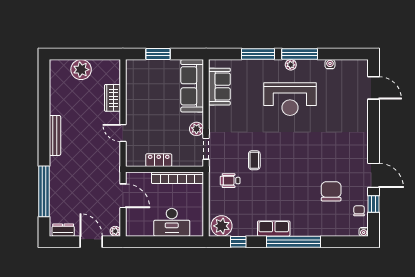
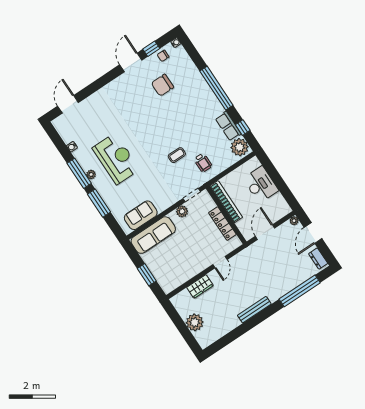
locker: (159, 160) -> (222, 224), width x1.53
row of seats: (274, 229) -> (228, 126), moved

